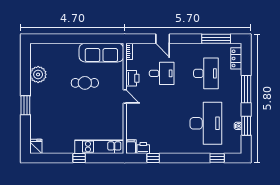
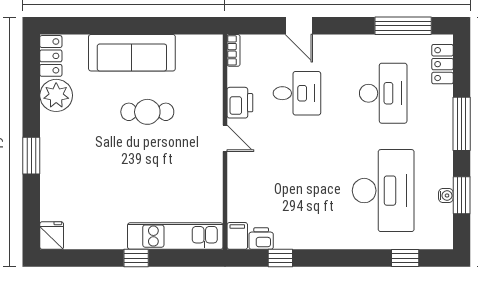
sofa: (101, 53) -> (132, 53), moved
locker: (35, 54) -> (51, 56), added

